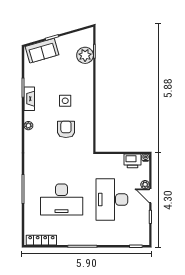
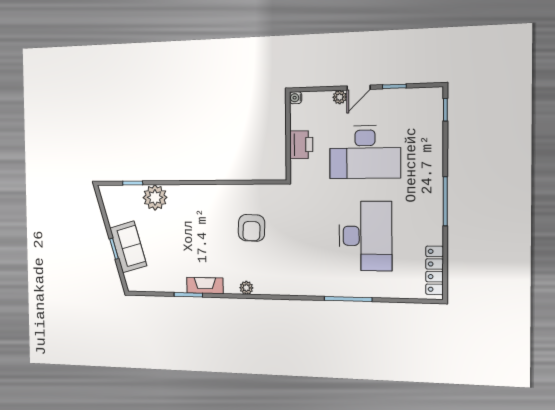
sofa: (42, 51) -> (128, 247), moved
plant: (85, 55) -> (155, 197), moved
side table: (65, 101) -> (207, 229), removed
armchair: (66, 129) -> (252, 228), turned -88
printer: (133, 161) -> (301, 145), moved

